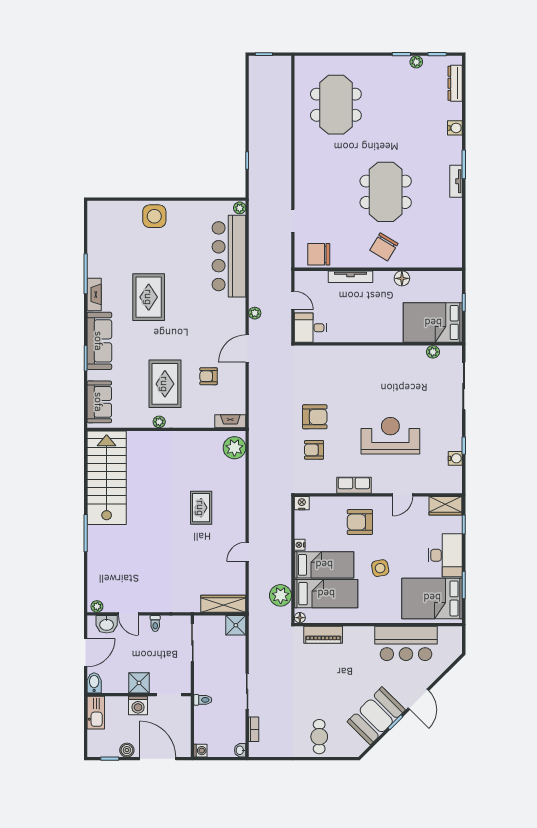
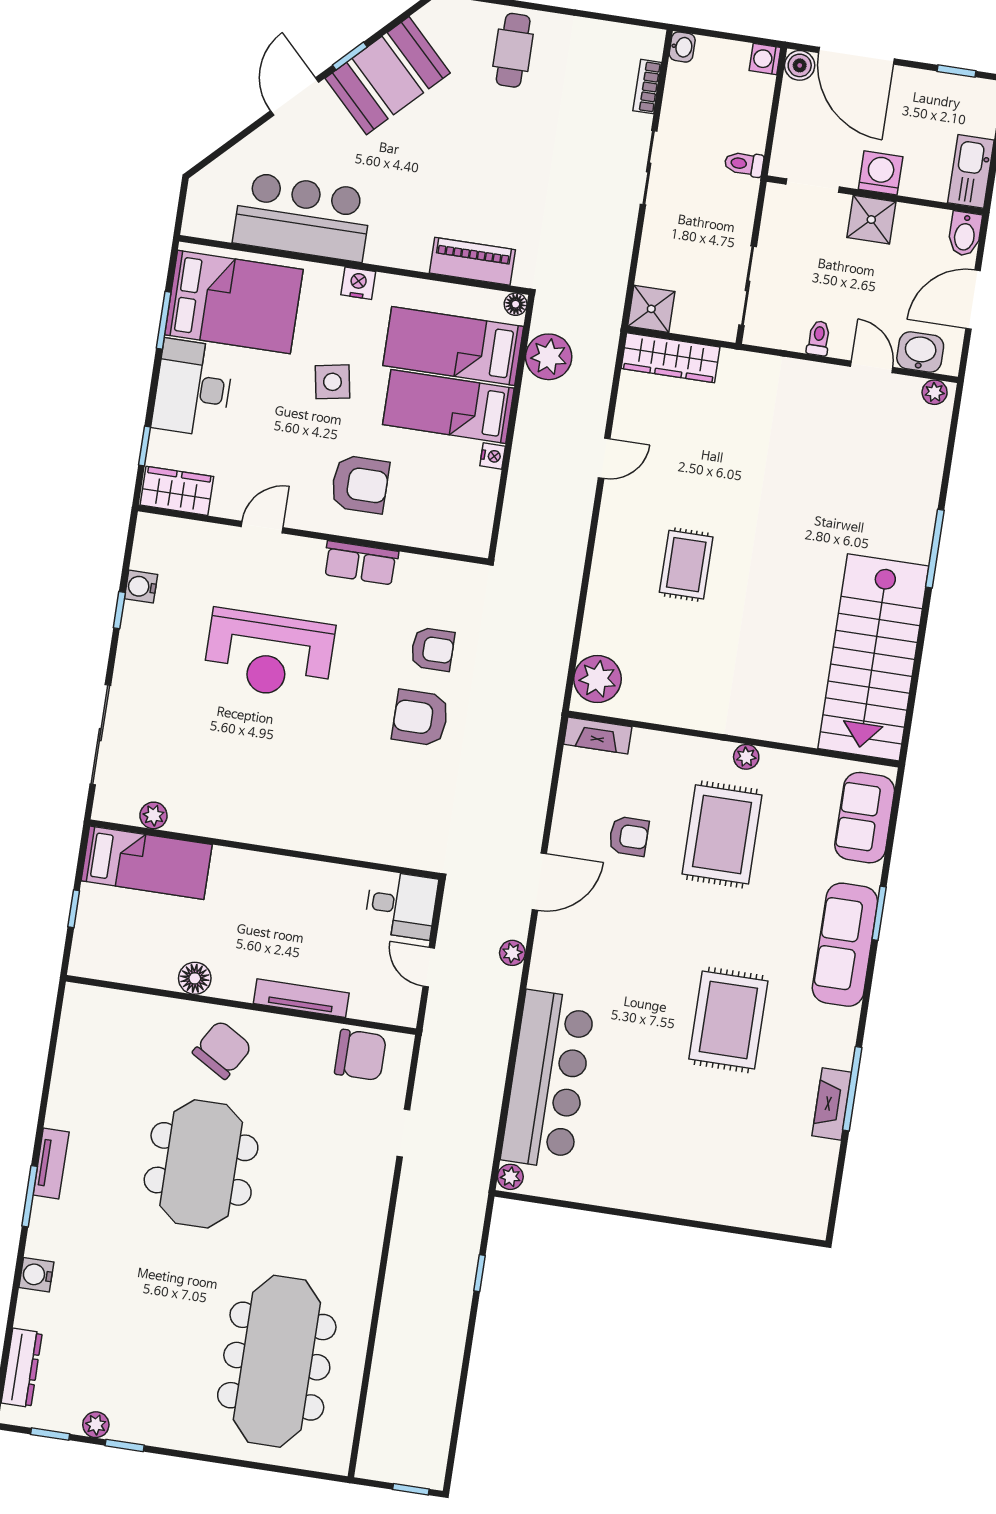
meeting table: (336, 105) -> (277, 1361), width x1.36
side table: (154, 216) -> (691, 1187), removed
fireplace: (94, 294) -> (832, 1104), moved
bed: (433, 323) -> (147, 863), width x0.67
nightstand: (302, 503) -> (358, 283), moved, turned 180
boiler: (127, 750) -> (800, 65), moved

